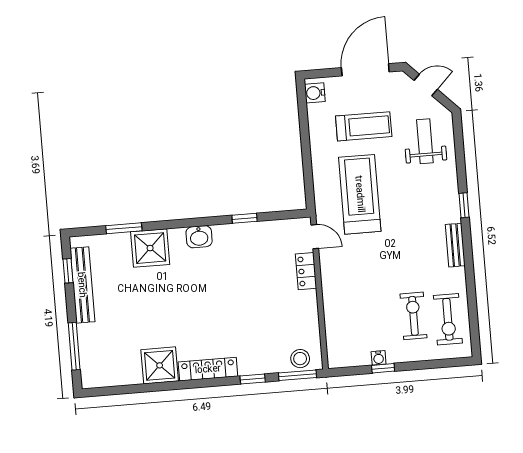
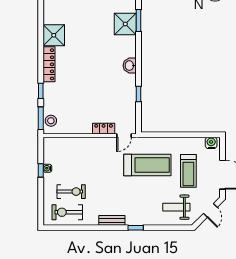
weight bench: (425, 141) -> (176, 207), turned 180
shower: (150, 248) -> (125, 24), moved

